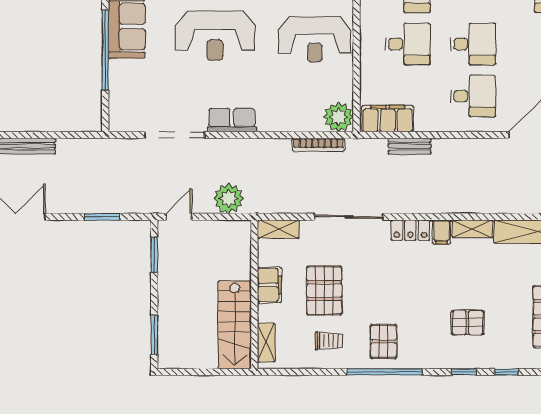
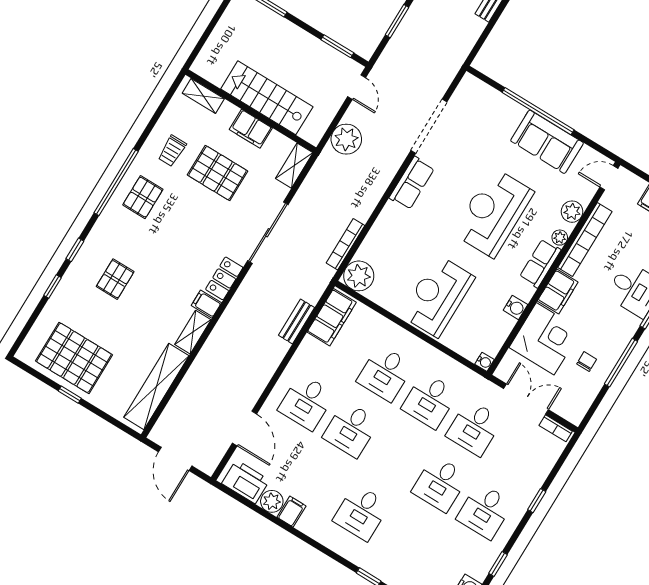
stairs: (235, 325) -> (267, 98), moved
pallet: (384, 341) -> (143, 197), turned 90

